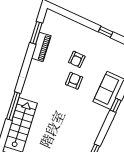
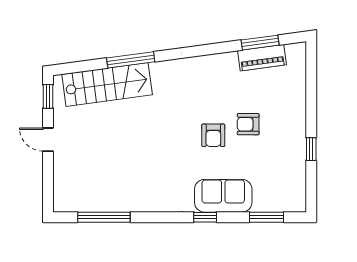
piano: (41, 47) -> (262, 58), moved
armchair: (74, 81) -> (213, 135), turned 93

